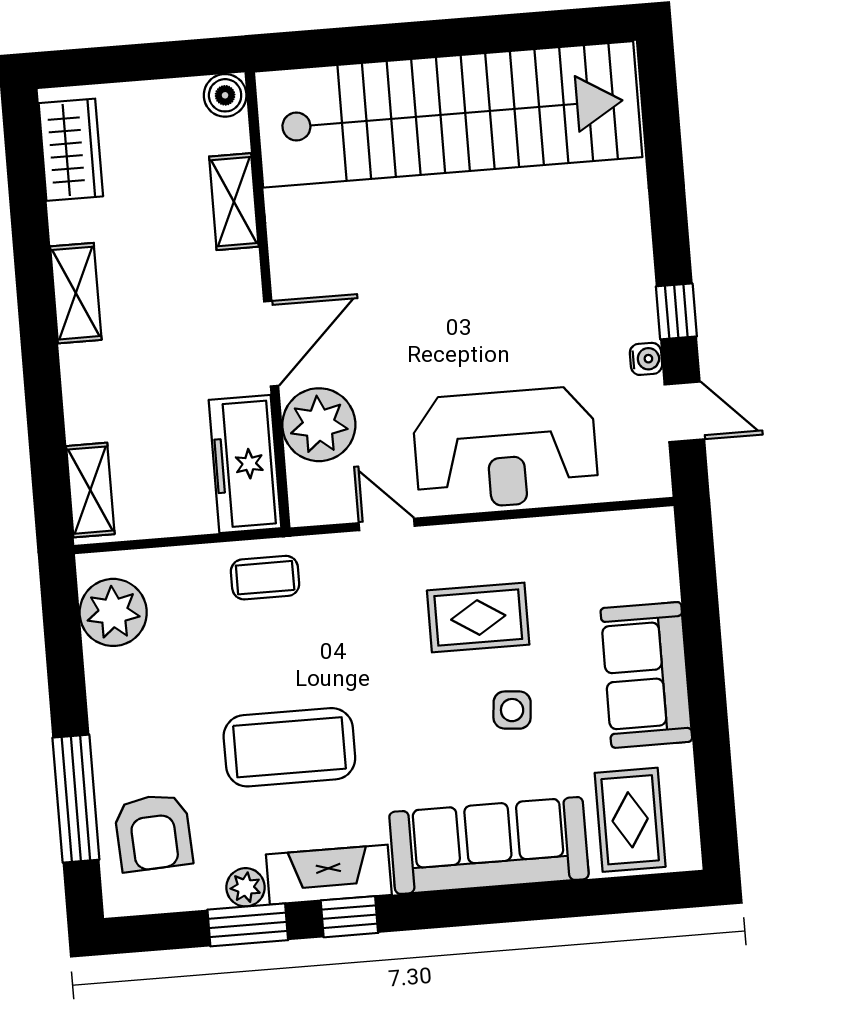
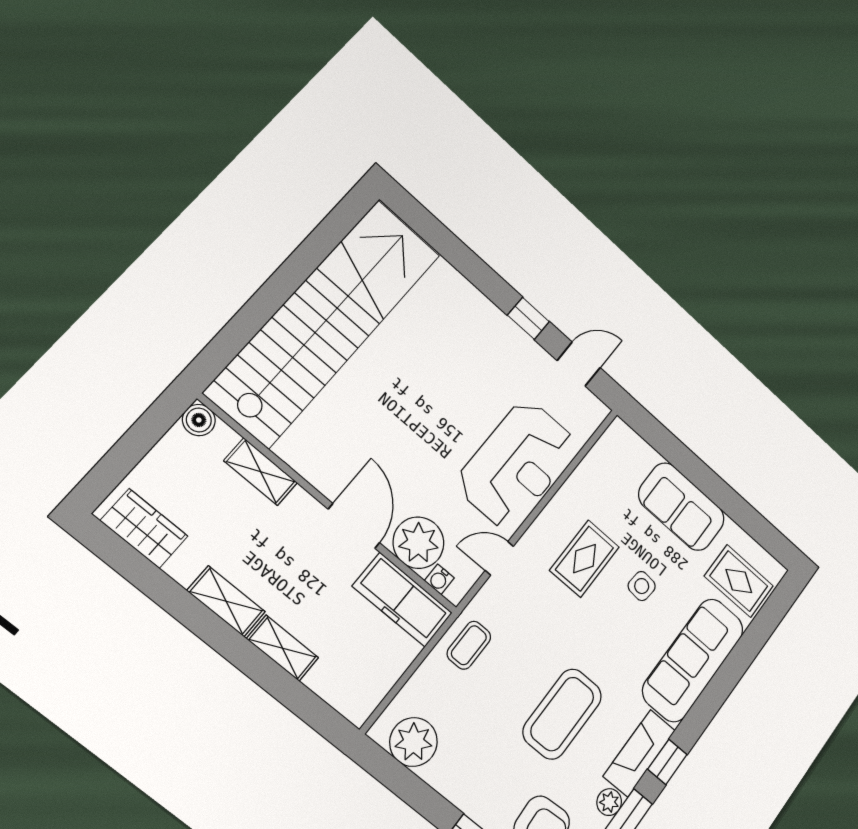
water cooler: (646, 359) -> (439, 579), moved, turned 180
shelving: (90, 490) -> (283, 648), moved

